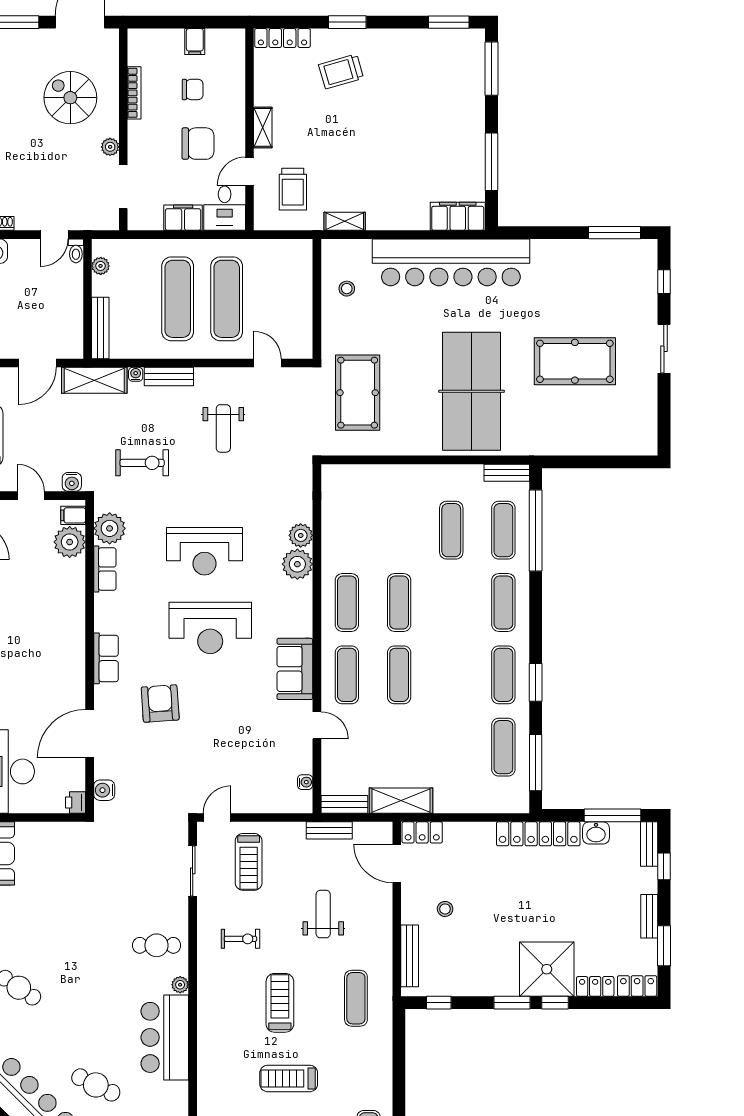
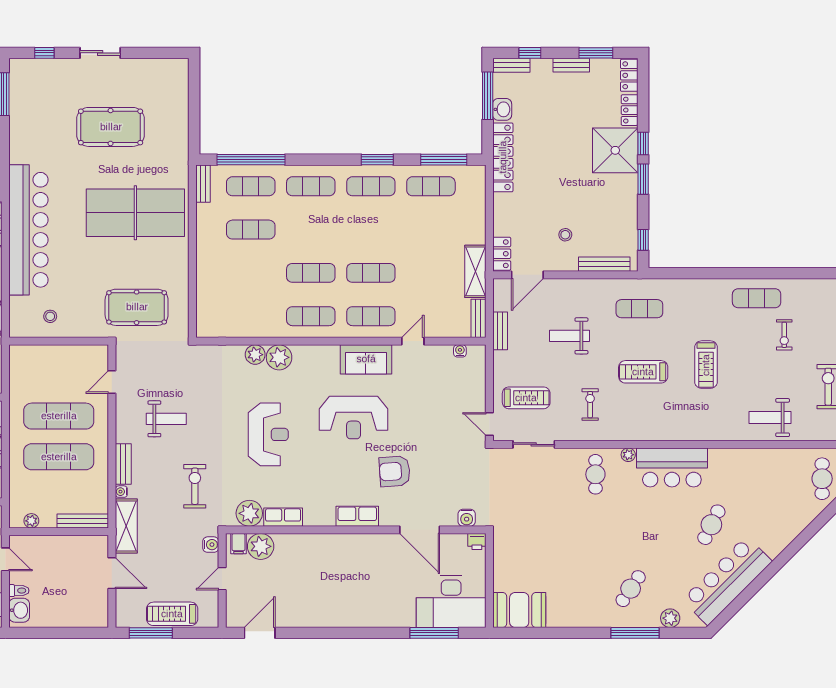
toilet: (76, 251) -> (19, 591), moved
pool table: (575, 361) -> (111, 127), turned 90
reception desk: (210, 628) -> (354, 418), moved, turned 90

